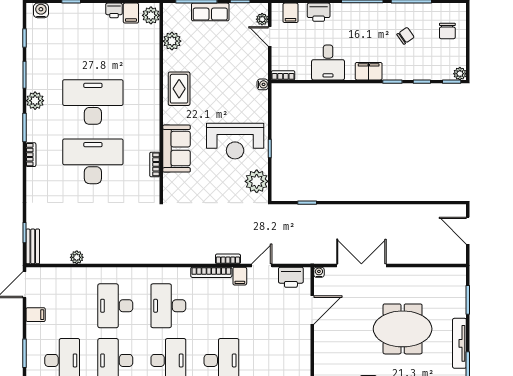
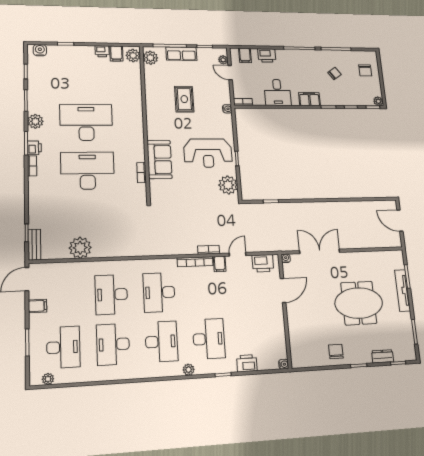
plant: (172, 41) -> (150, 58), moved
rug: (179, 89) -> (184, 99), moved
printer: (34, 133) -> (34, 148), added
plant: (77, 257) -> (80, 248), width x1.87, depth x1.87
tv unit: (459, 343) -> (403, 290), moved

